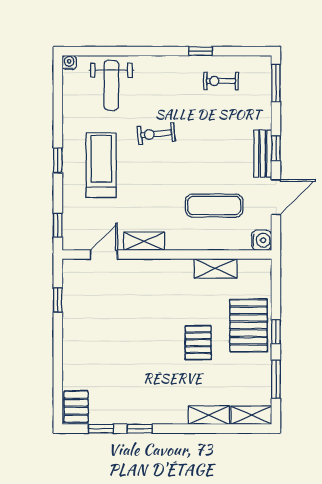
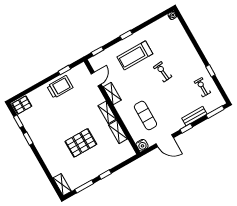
weight bench: (111, 85) -> (173, 40), removed
bench: (263, 154) -> (194, 116), moved
treadmill: (101, 165) -> (135, 55), turned 180
door: (104, 255) -> (96, 79), hinge flipped
trolley: (82, 324) -> (60, 87), added
pallet: (249, 326) -> (101, 161), removed
pallet: (198, 343) -> (81, 143), width x1.50, depth x1.42
shelving: (209, 415) -> (107, 112), moved

